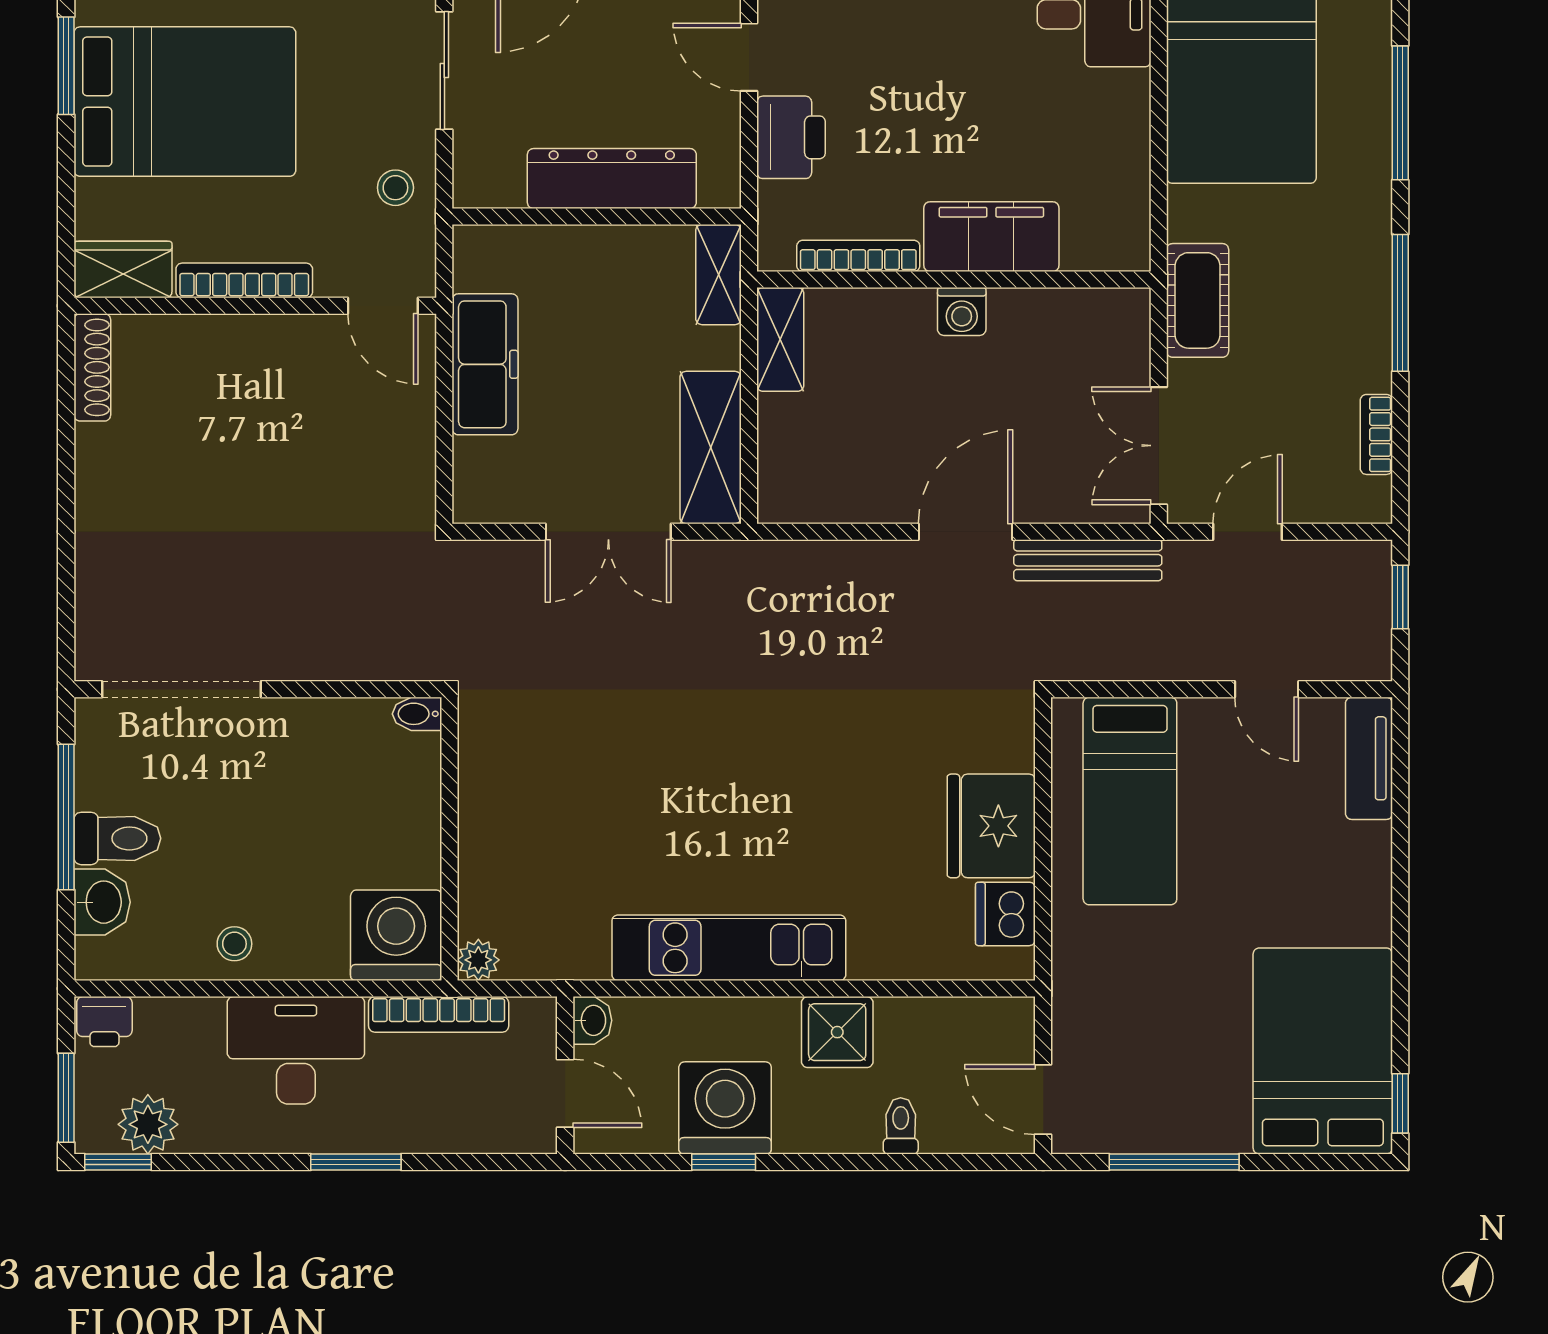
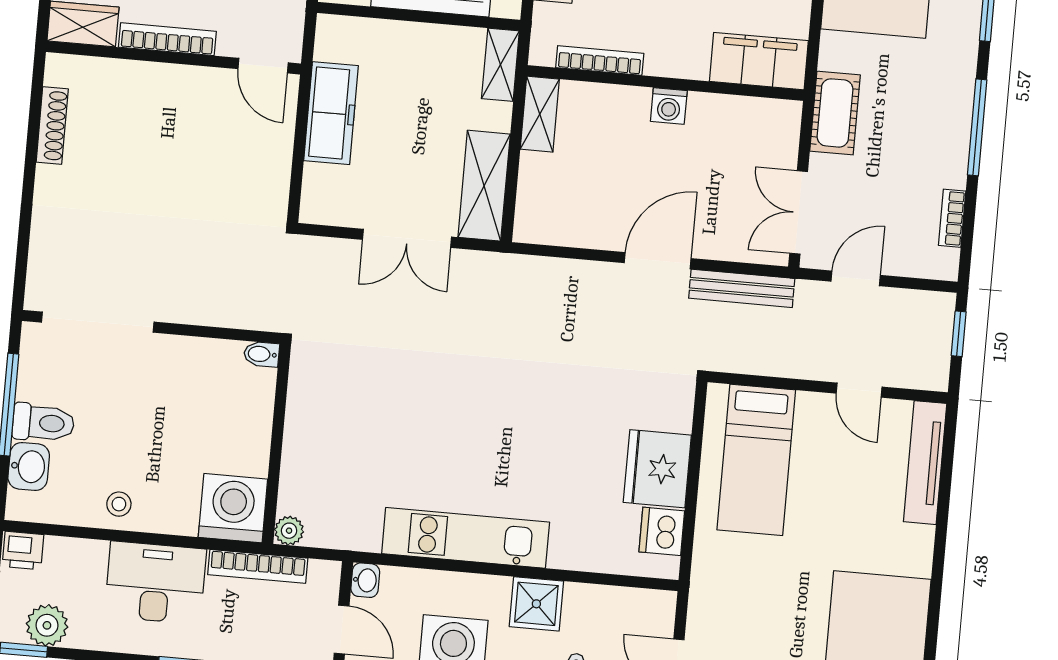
filing cabinet: (991, 237) -> (759, 61), moved
shoe rack: (92, 367) -> (52, 125), moved
tv unit: (1369, 758) -> (925, 463), width x1.41

